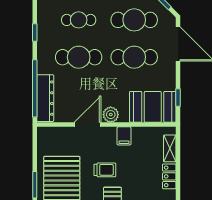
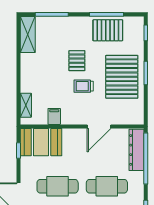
plant: (111, 115) -> (78, 135), removed
filing cabinet: (124, 136) -> (54, 116), moved
locker: (169, 176) -> (26, 80), removed

